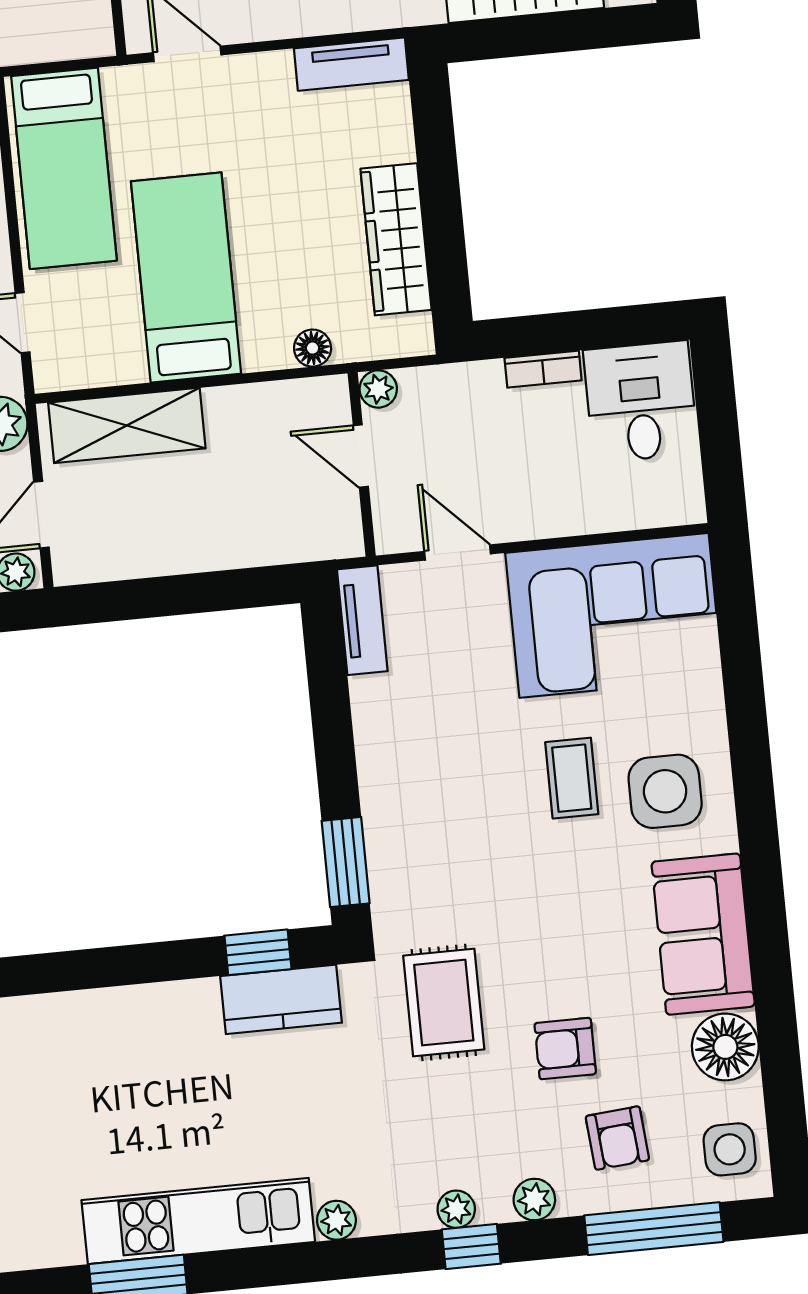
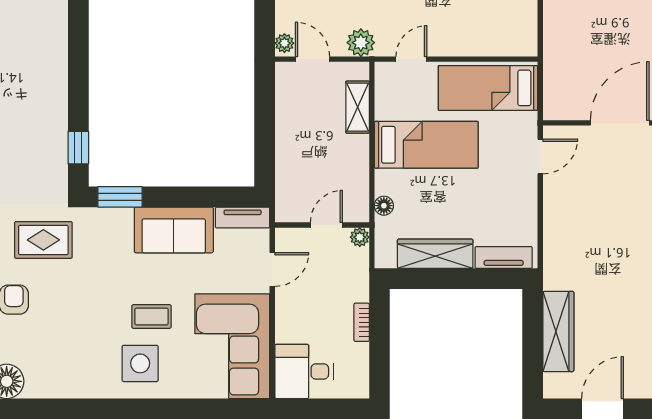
tv unit: (351, 64) -> (504, 257), moved, turned 90
desk: (641, 402) -> (304, 371), moved, turned 180
shelving: (127, 425) -> (358, 107), width x0.67, depth x0.75
sofa: (703, 934) -> (174, 230), moved, turned 180
kitchen counter: (281, 999) -> (53, 157), removed

